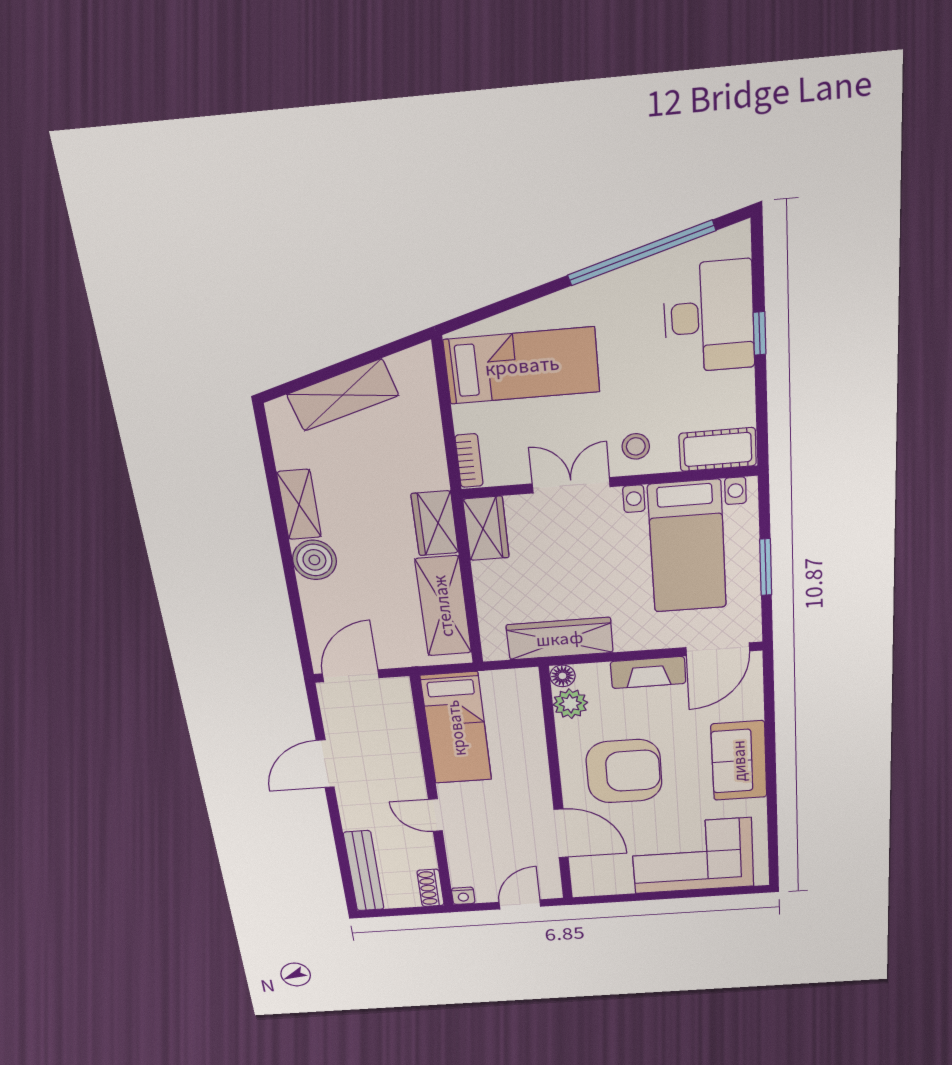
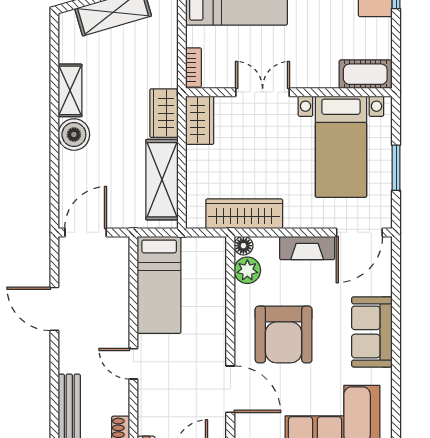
stool: (636, 446) -> (309, 67), removed
door: (325, 764) -> (54, 309), hinge flipped
armchair: (624, 771) -> (284, 334), turned 90

